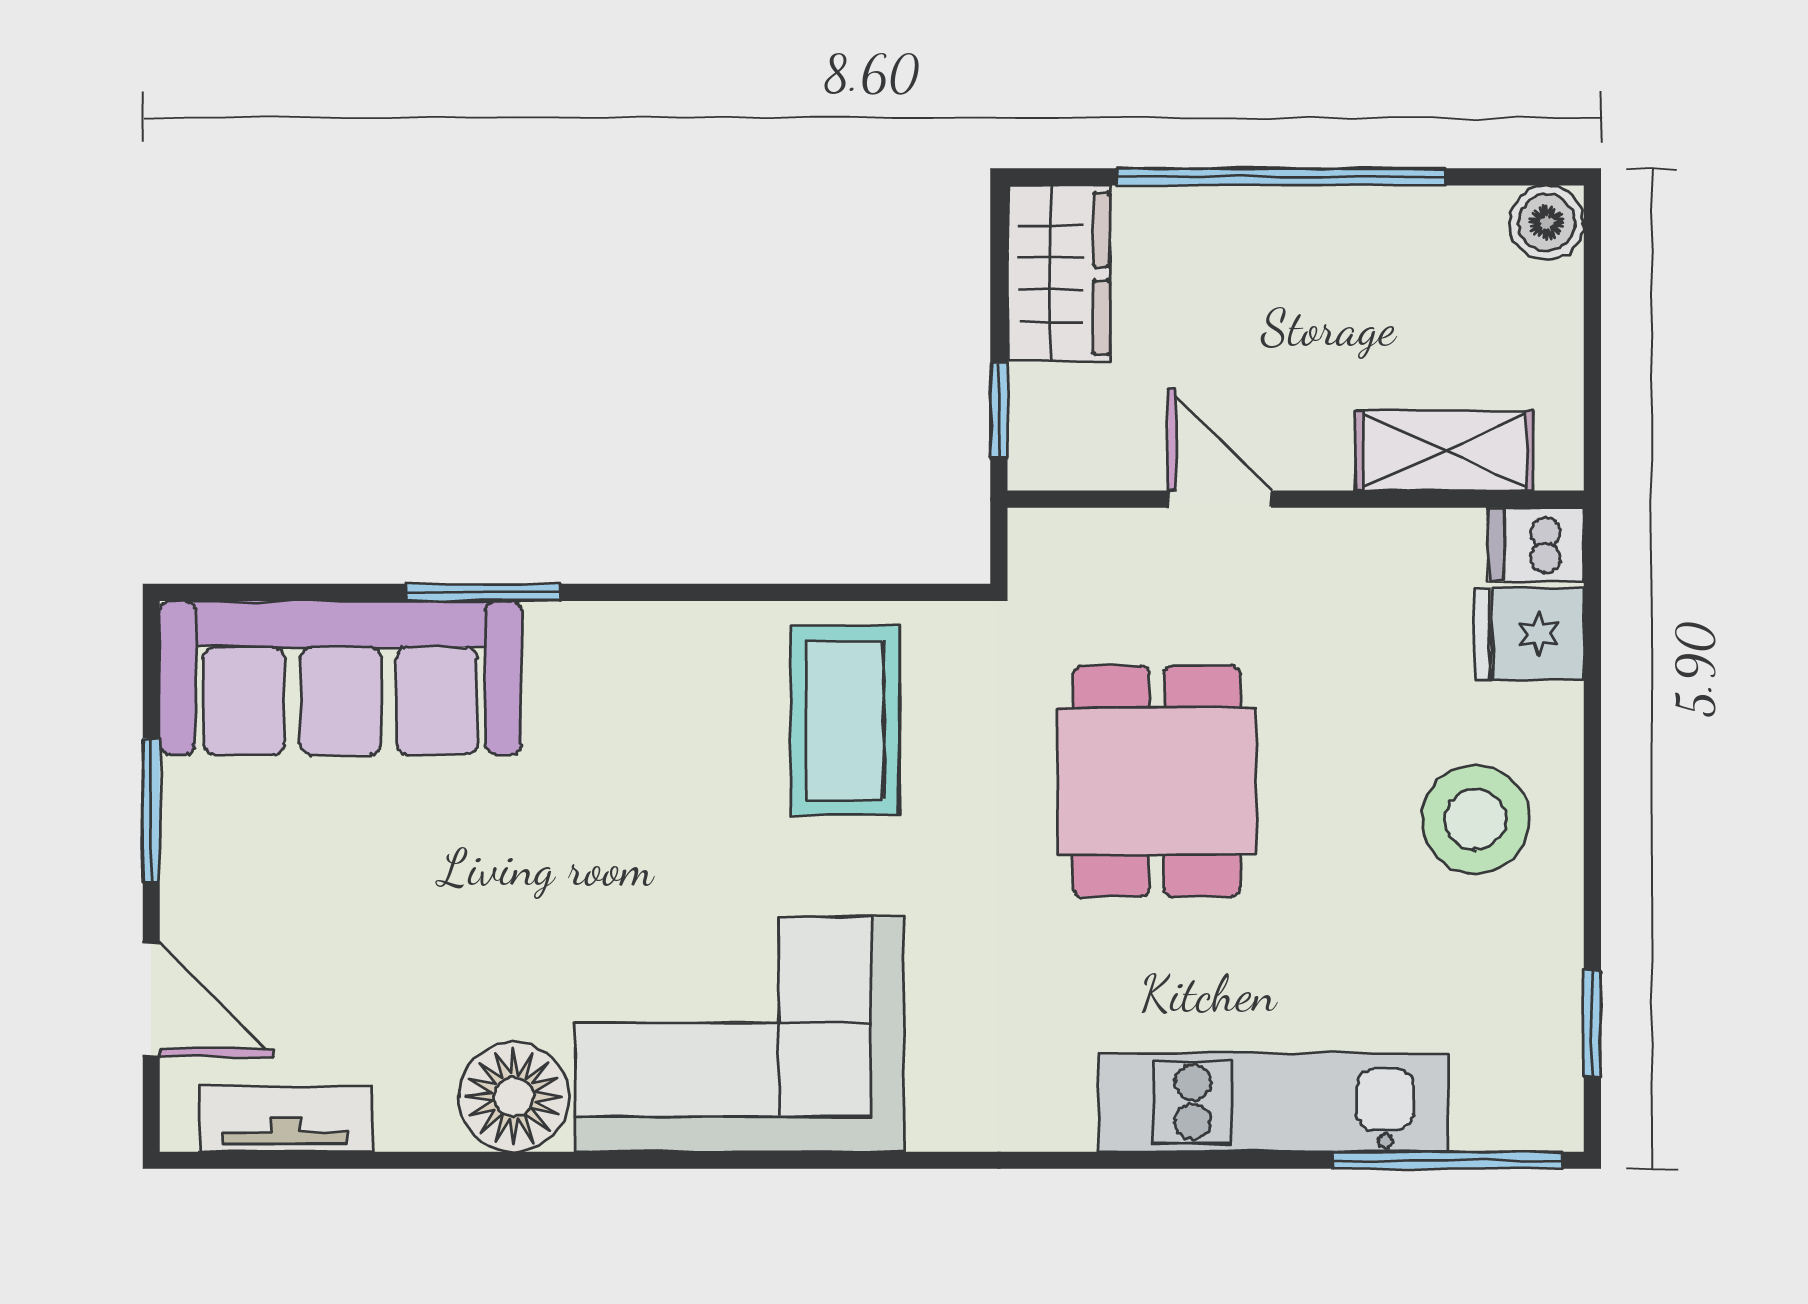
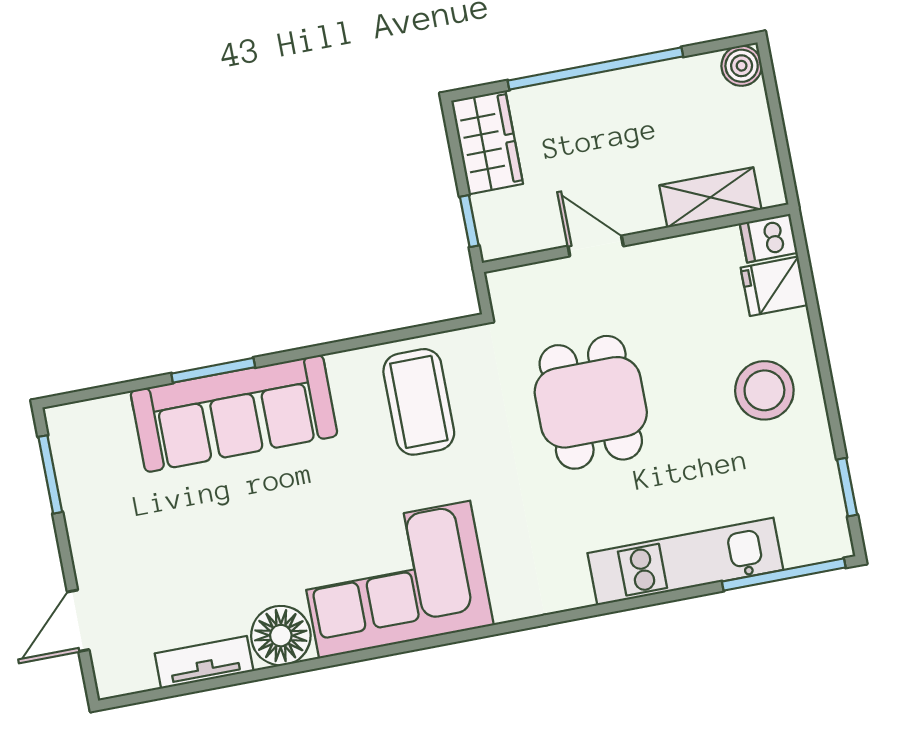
sofa: (341, 678) -> (234, 413), moved
window: (151, 810) -> (50, 474), moved
door: (151, 1000) -> (78, 621), swing flipped
tv unit: (285, 1119) -> (204, 662), moved

